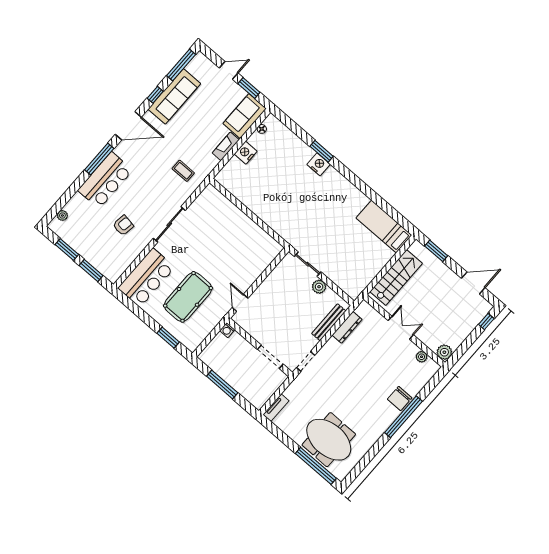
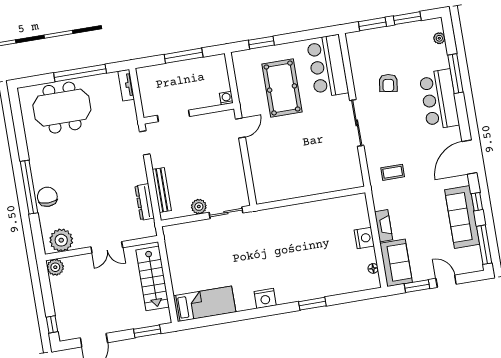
door: (229, 70) -> (446, 281), swing flipped
window: (99, 159) -> (455, 74), moved
nightstand: (319, 164) -> (265, 298), moved
door: (240, 303) -> (240, 128), hinge flipped
plant: (422, 357) -> (61, 240), width x1.87, depth x1.87
window: (316, 466) -> (80, 73), moved

